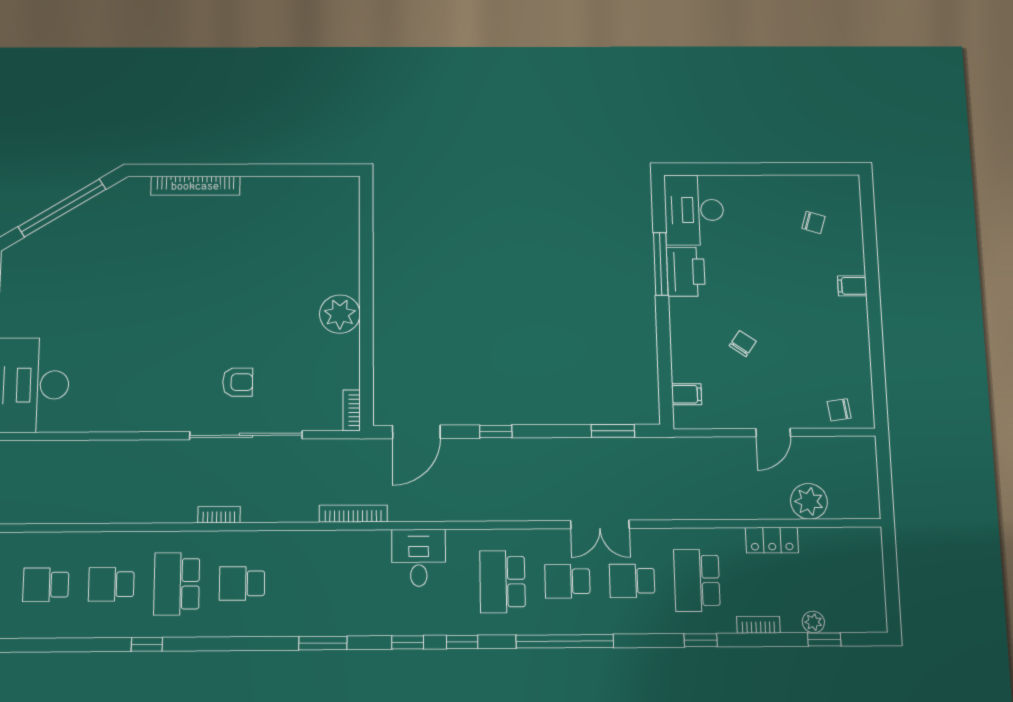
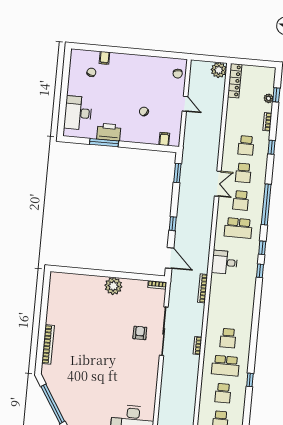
desk: (694, 210) -> (78, 113), moved, turned 90
filing cabinet: (852, 286) -> (104, 58), moved
plant: (809, 501) -> (219, 70), moved
locker: (772, 540) -> (235, 81), moved, width x1.53
school desk: (697, 580) -> (246, 145), width x0.54
window: (323, 643) -> (257, 306), removed

